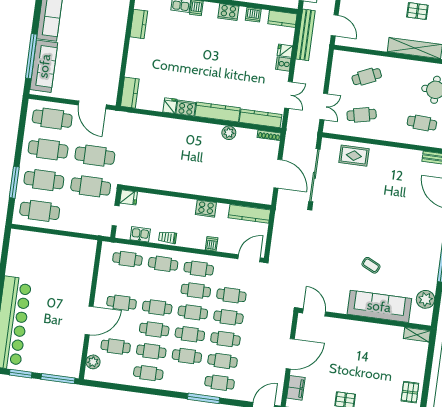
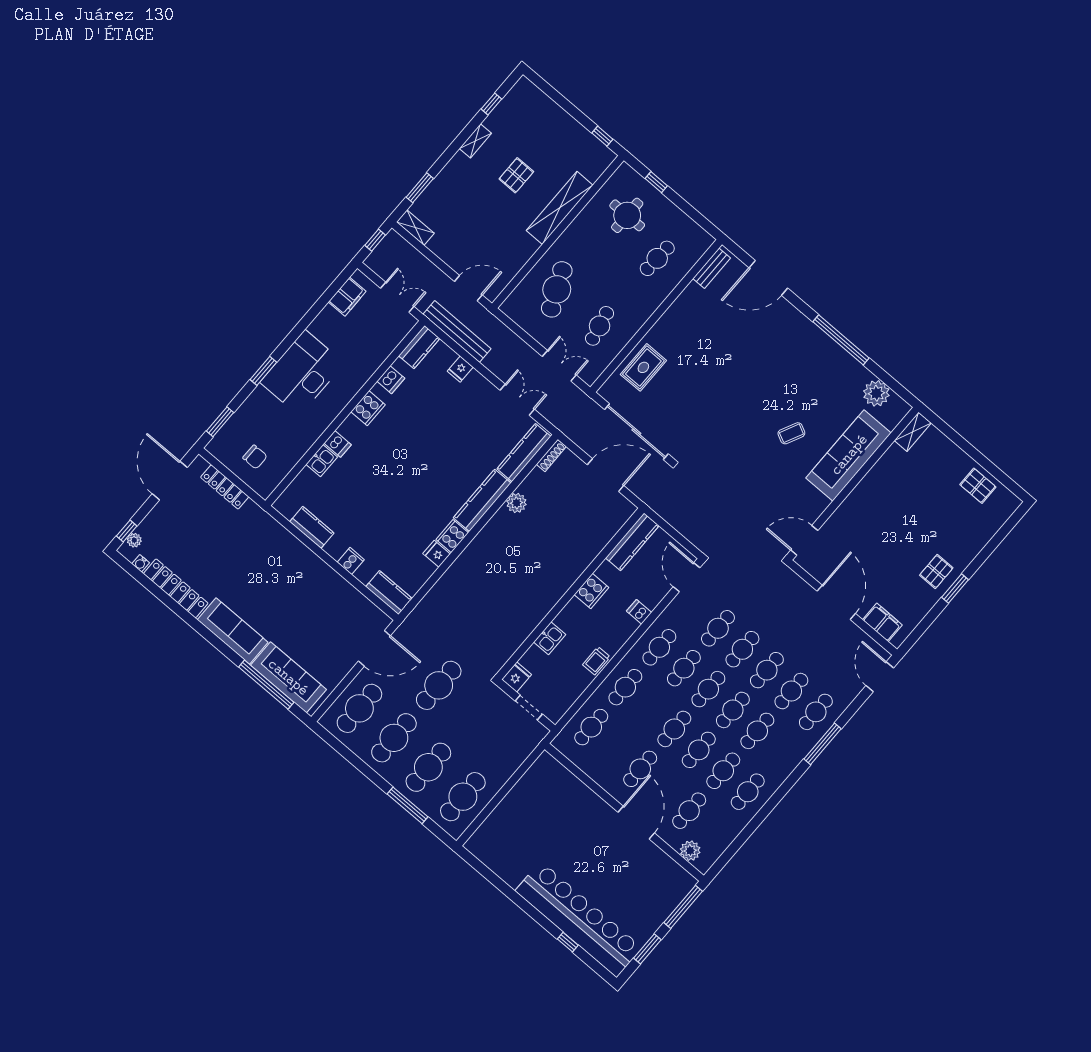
cooker: (283, 64) -> (351, 561), moved, turned 180
cafe table: (367, 77) -> (557, 289), width x1.37, depth x1.35
cafe table: (91, 186) -> (473, 715), removed
kitchen sink: (140, 234) -> (550, 638), moved, turned 180

